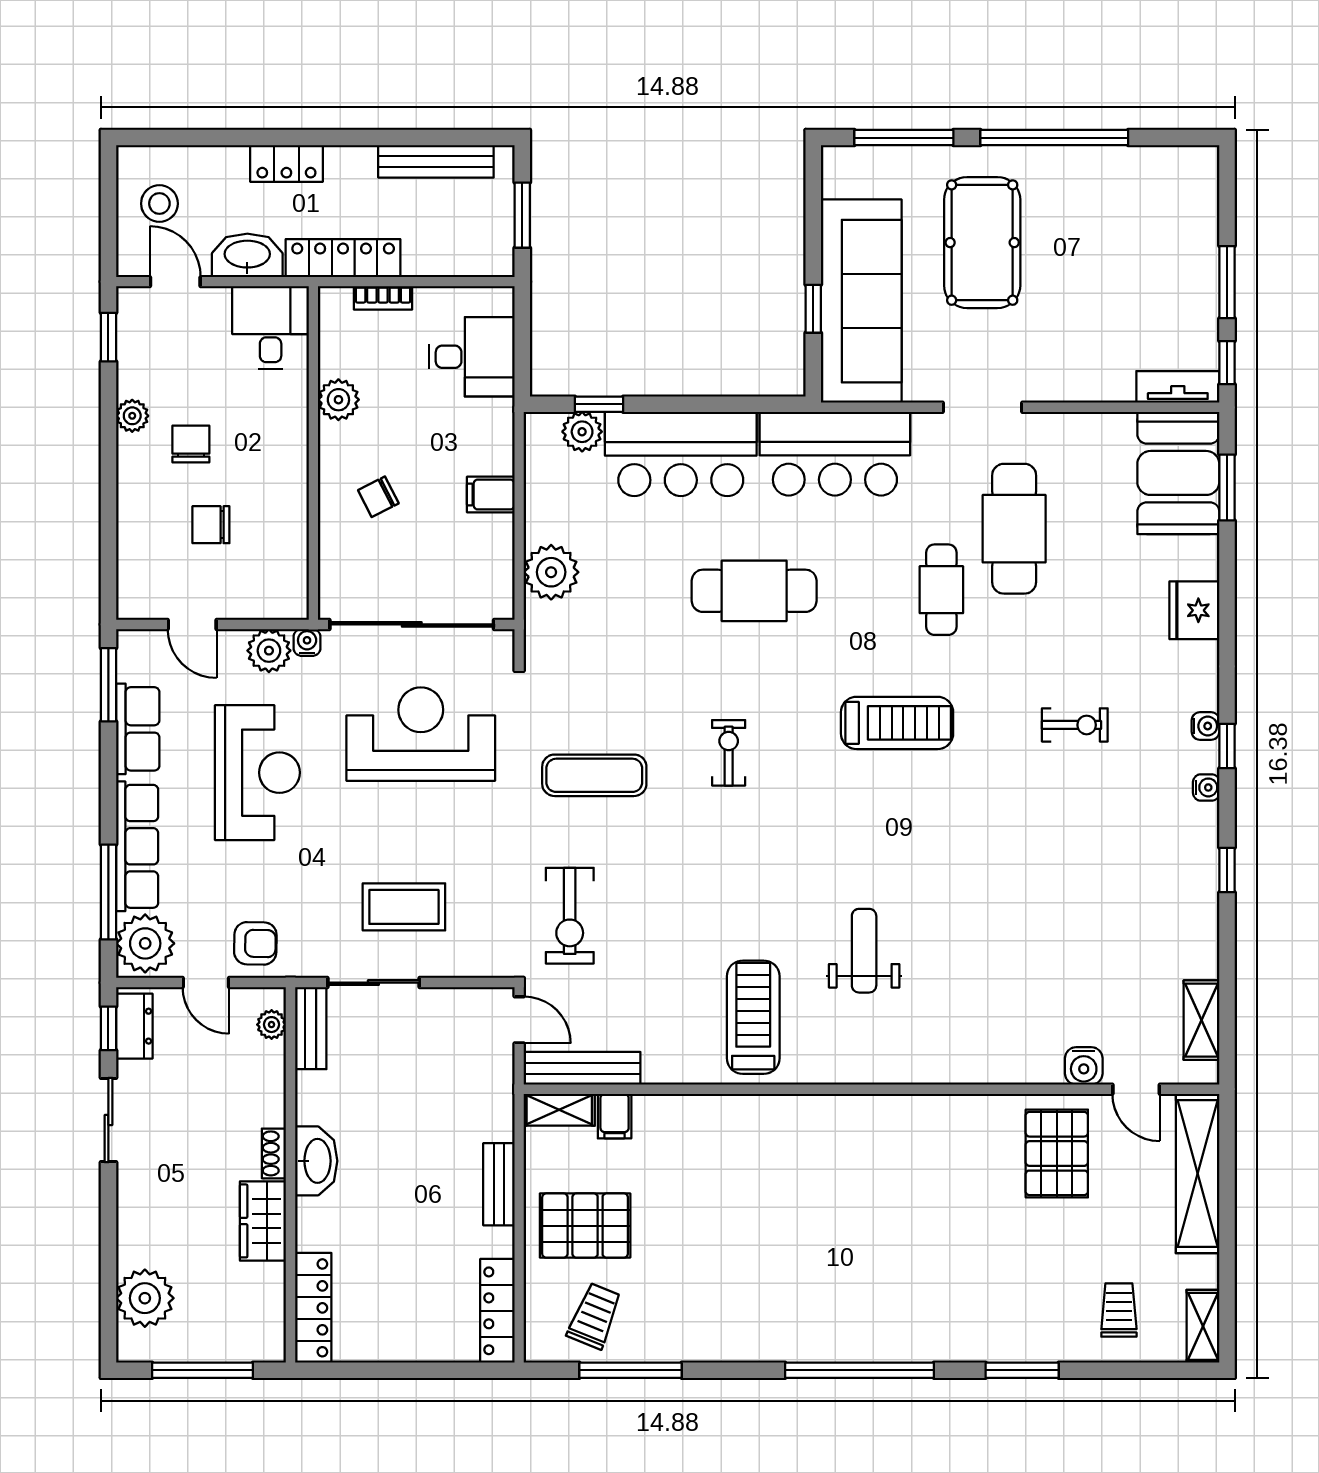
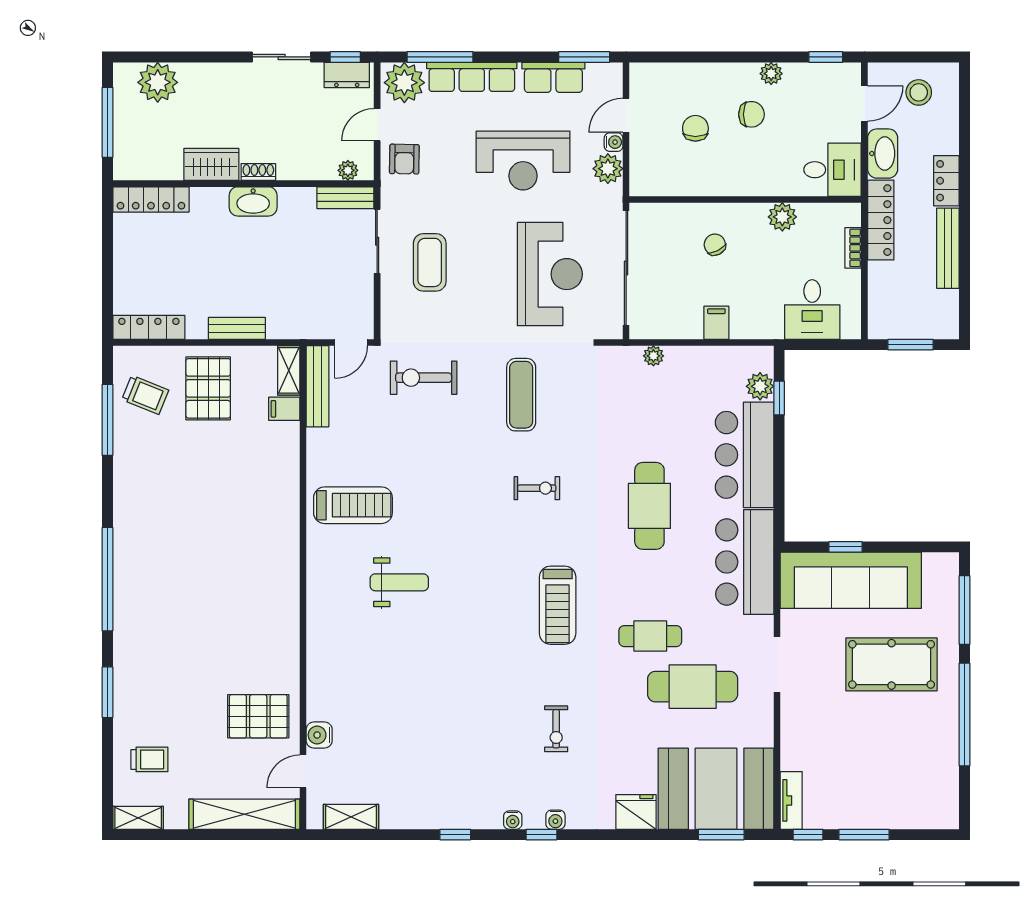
bench: (436, 161) -> (948, 248), moved
booth: (1178, 473) -> (716, 789), width x1.36, depth x1.42
plant: (551, 572) -> (653, 356), width x0.53, depth x0.53
water cooler: (307, 642) -> (614, 142), moved

